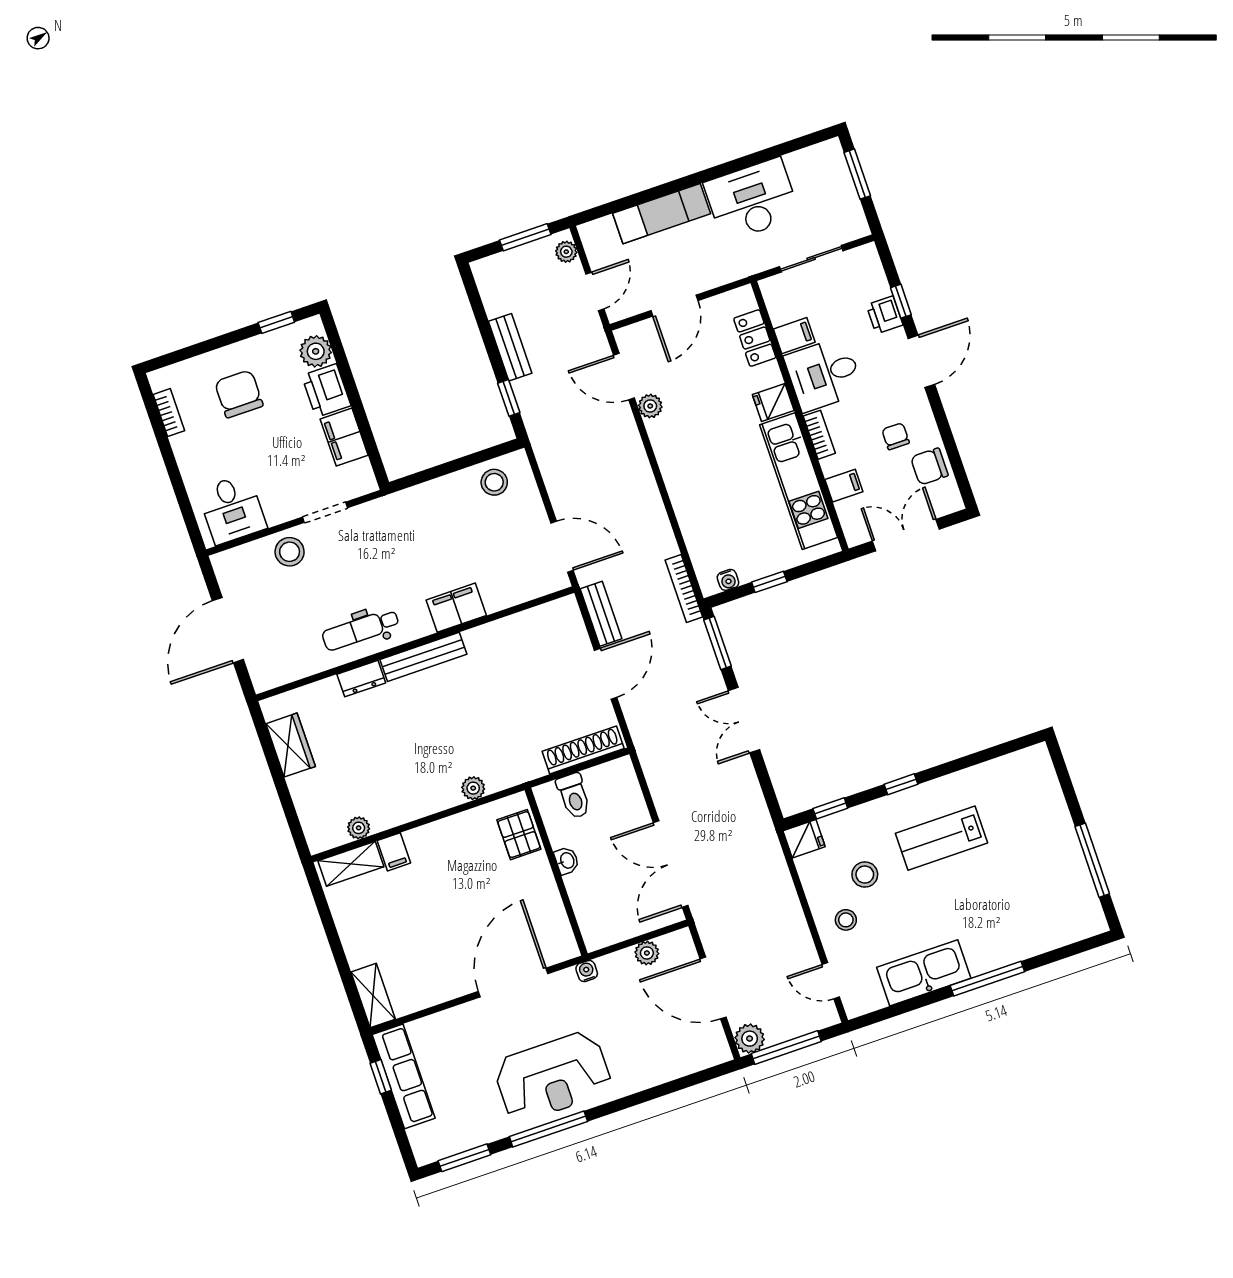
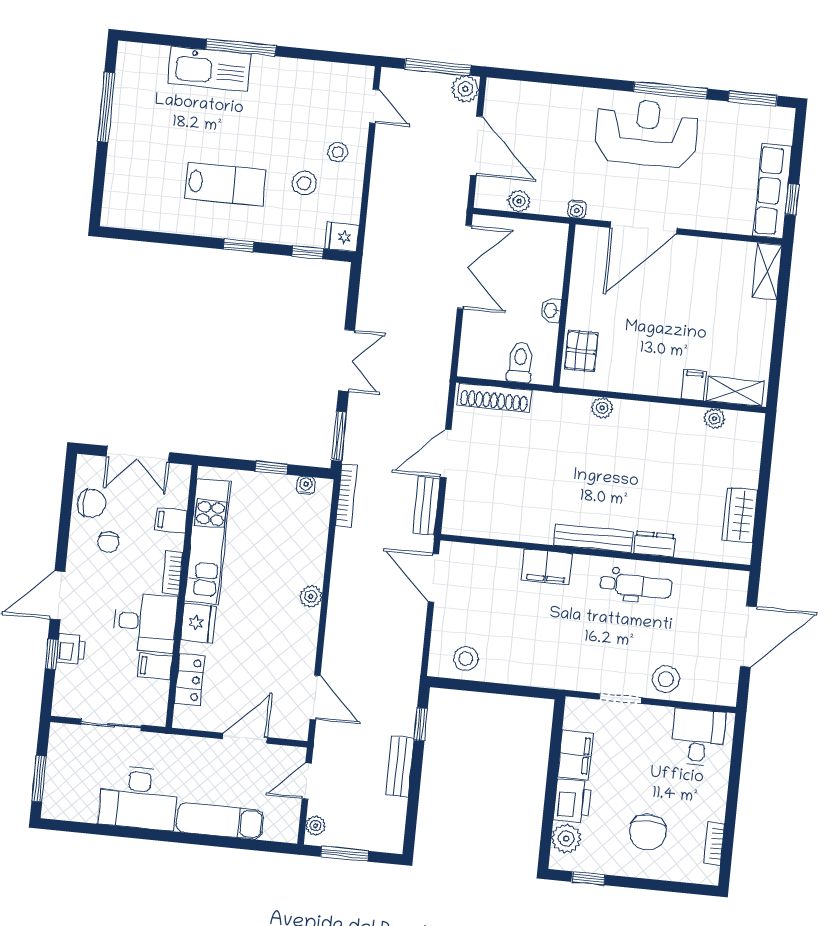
fridge: (773, 402) -> (198, 623), width x1.38
plant: (650, 406) -> (311, 596), moved
kitchen sink: (924, 973) -> (209, 69), moved

